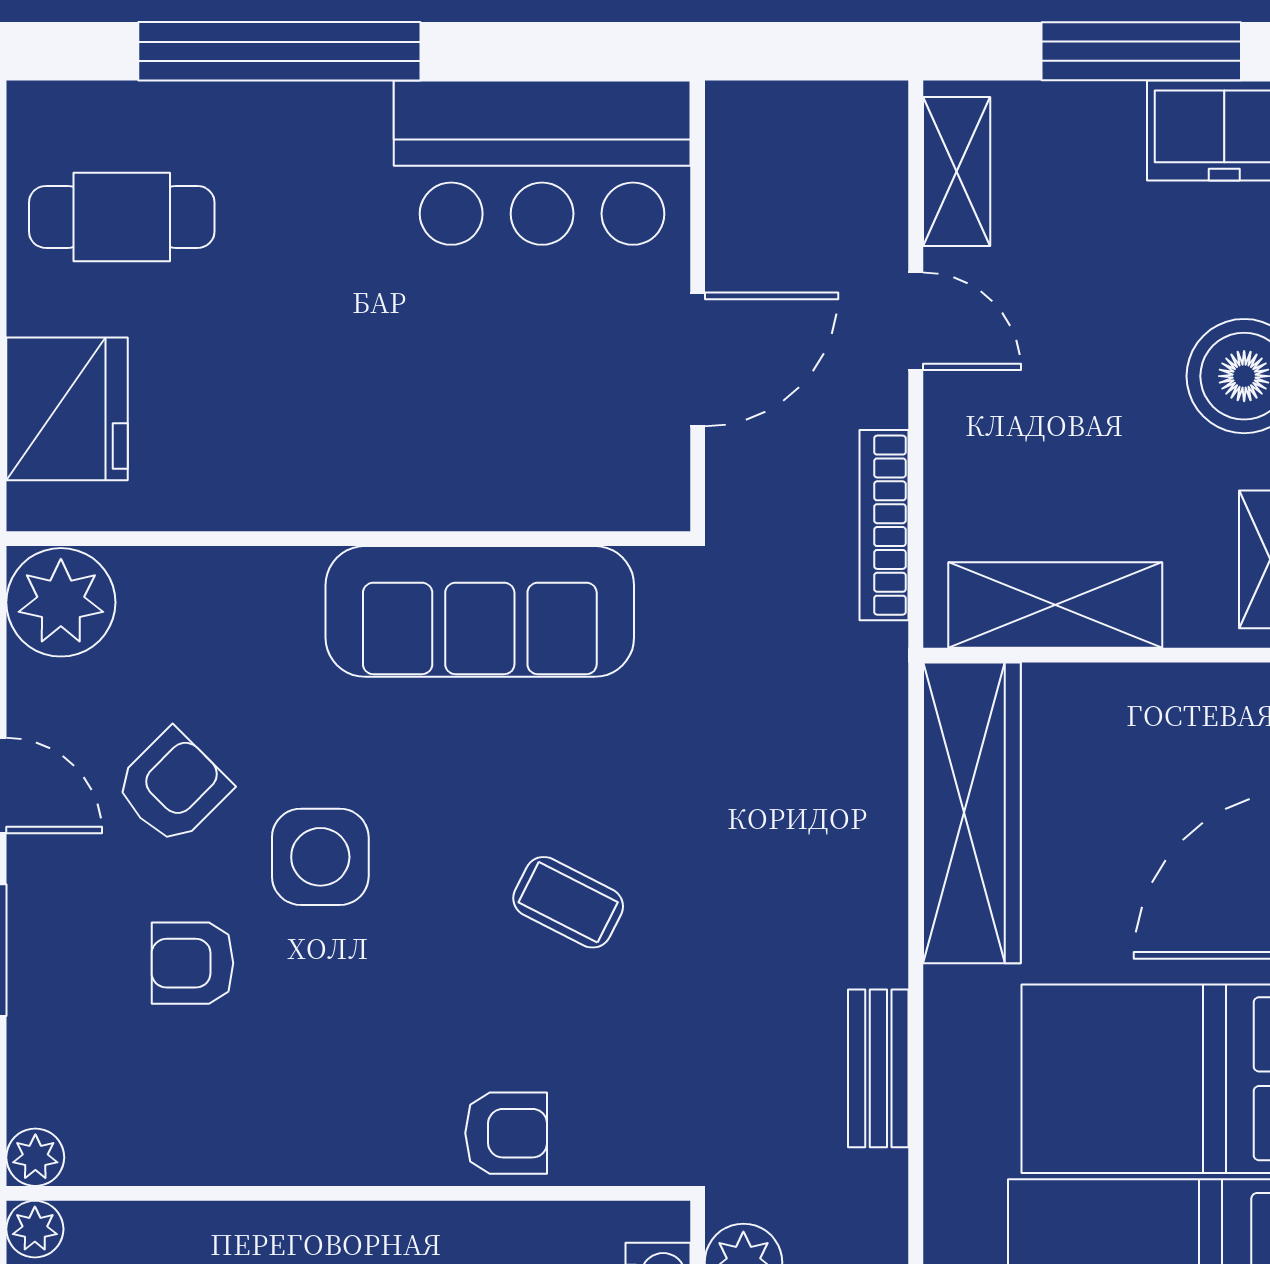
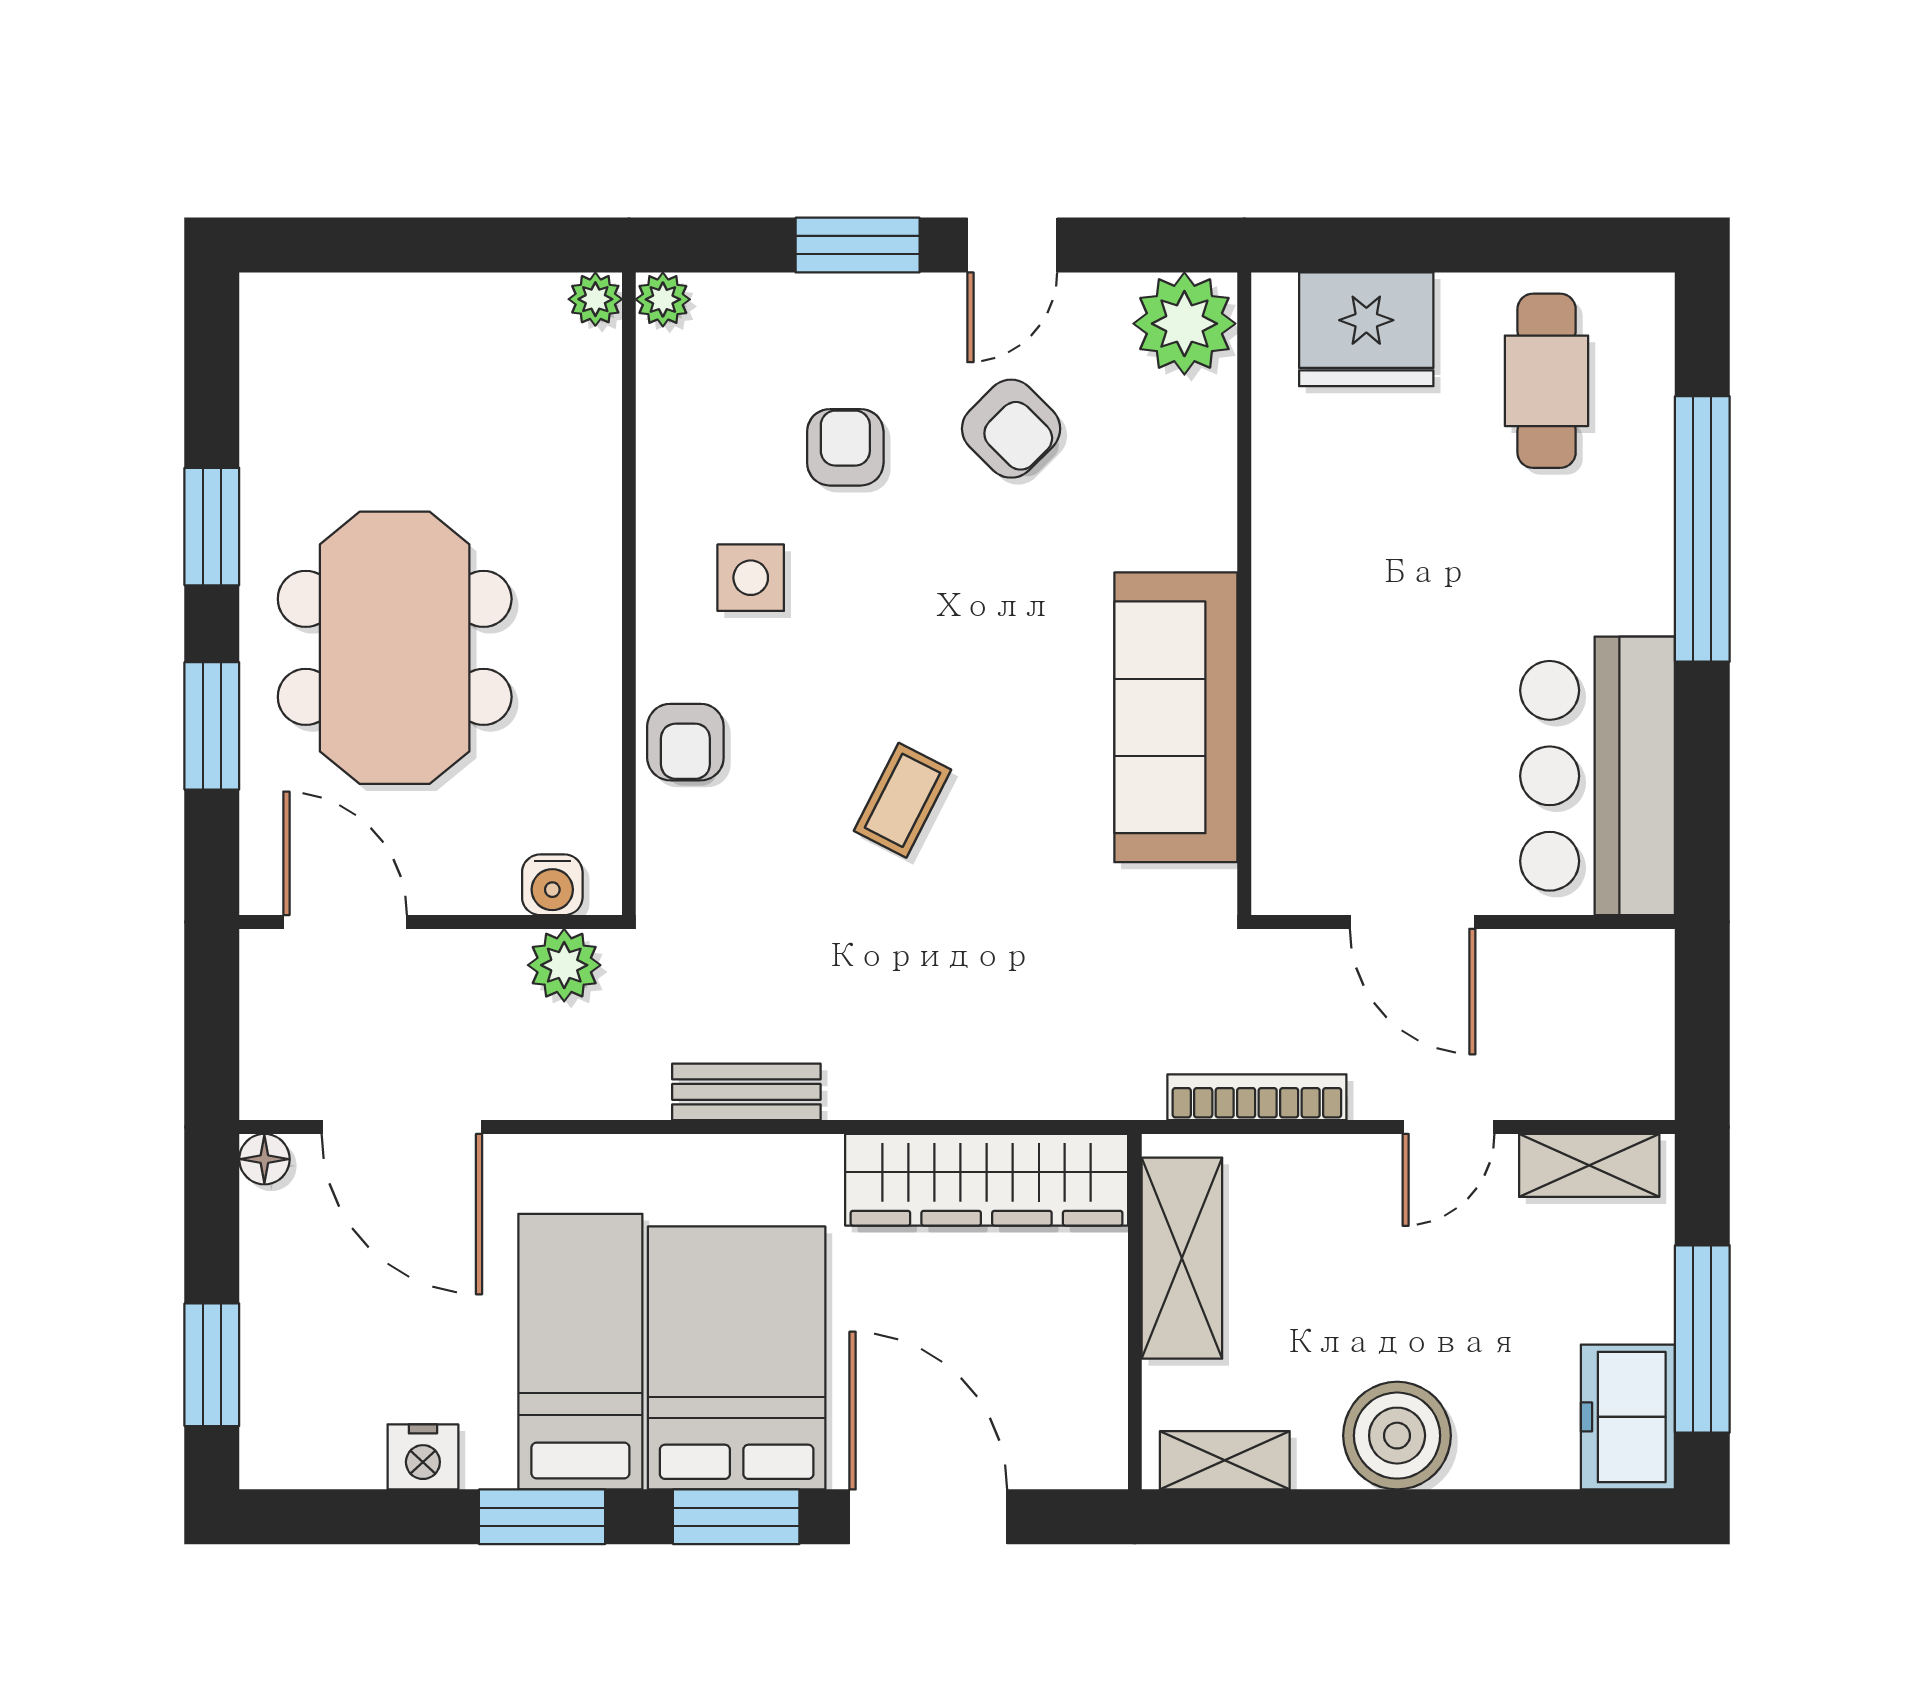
side table: (320, 857) -> (751, 578), moved, width x0.73, depth x0.73

